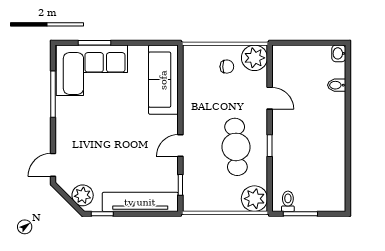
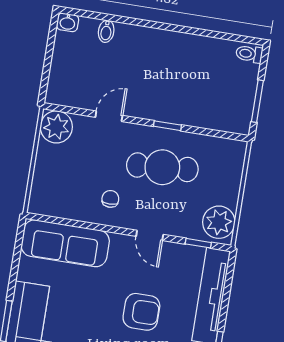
chair: (227, 67) -> (110, 199), moved
armchair: (119, 149) -> (141, 312), added
plant: (254, 199) -> (219, 222), moved
toilet: (288, 201) -> (249, 54), moved

